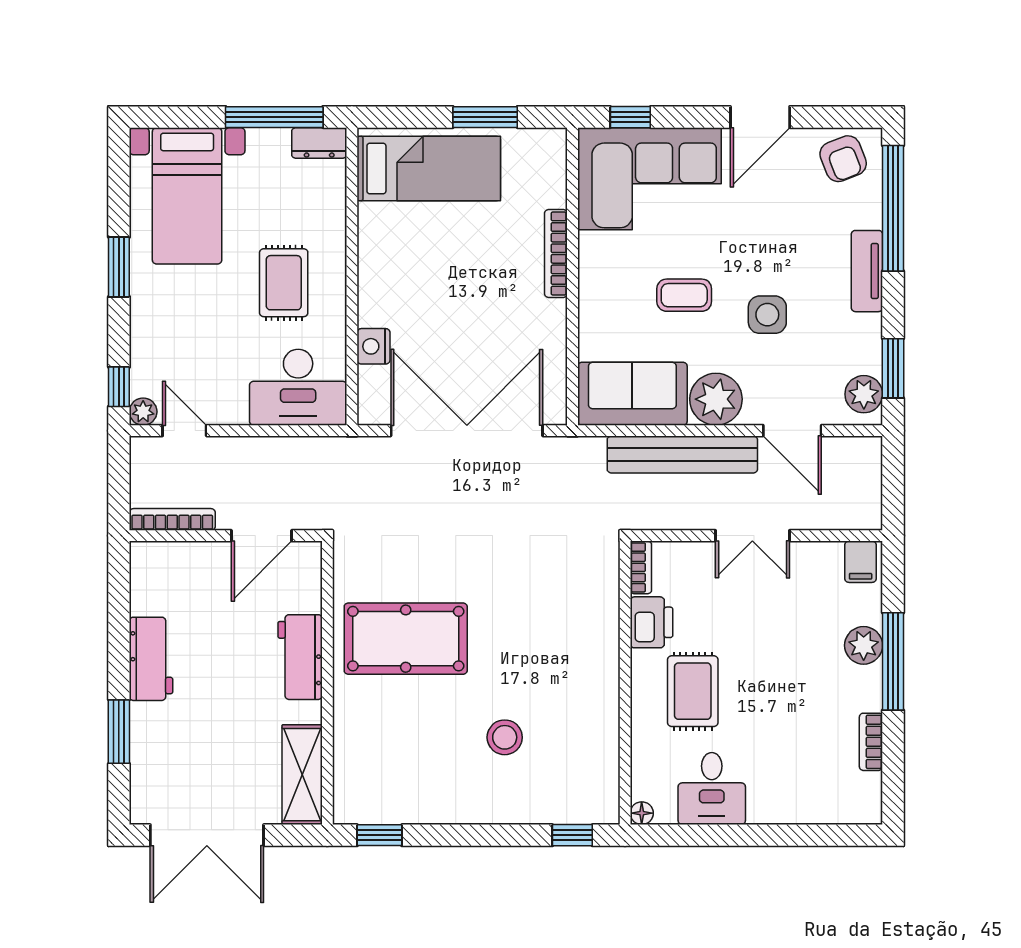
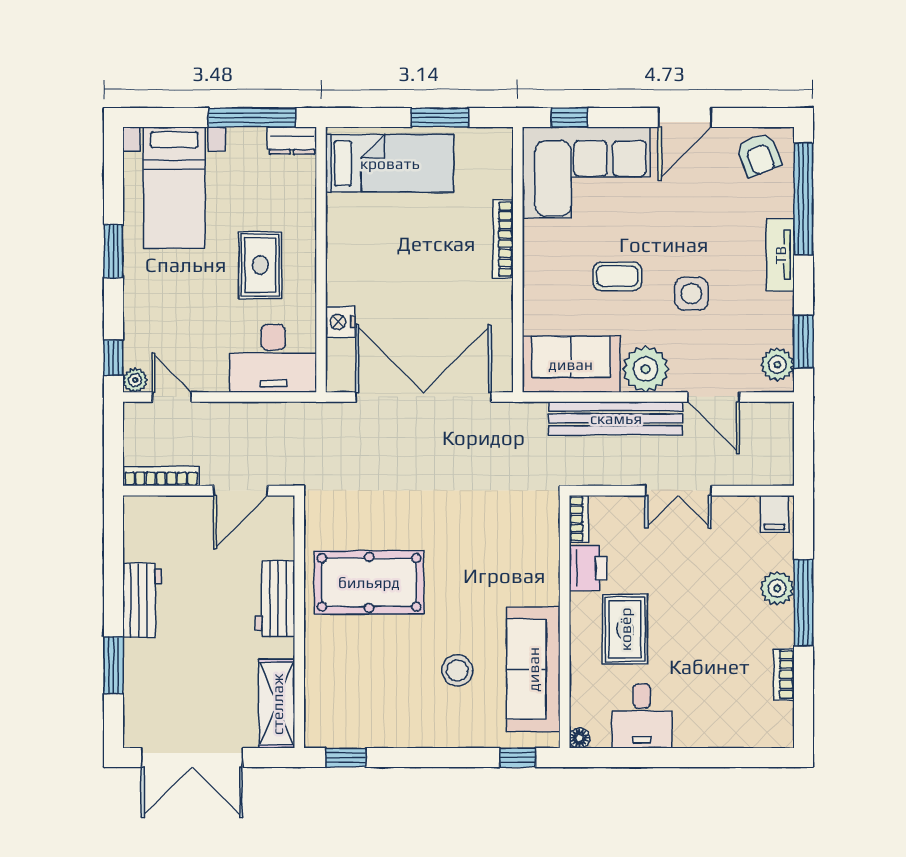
sofa: (590, 736) -> (533, 669), added

